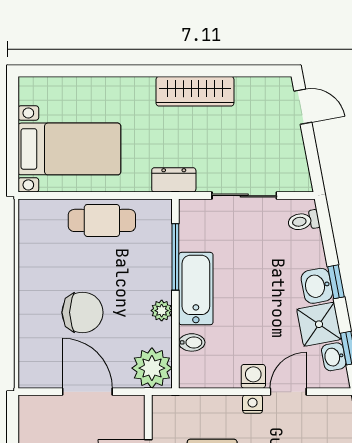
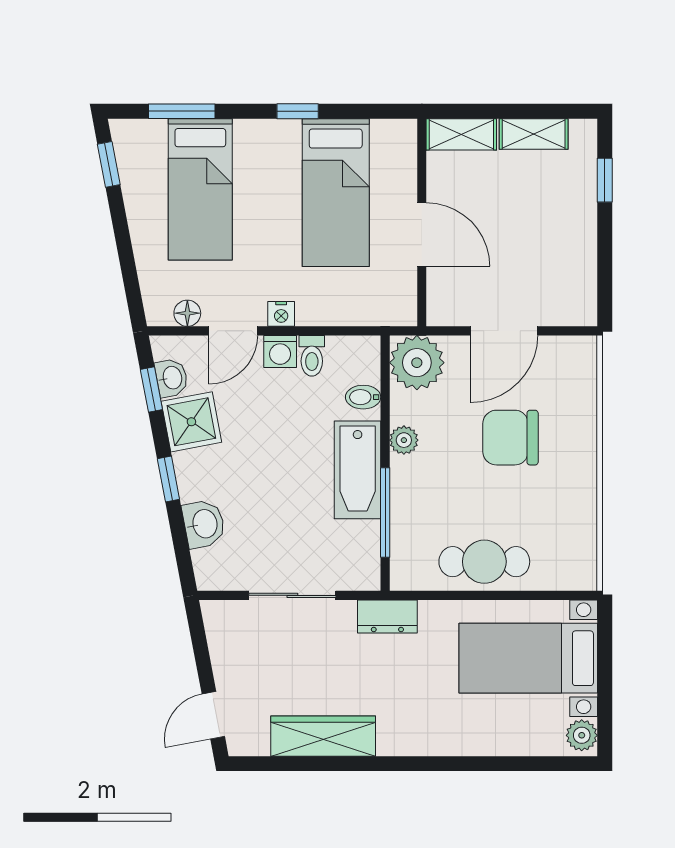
wardrobe: (195, 91) -> (323, 736), moved
plant: (30, 92) -> (582, 735), added
door: (303, 107) -> (213, 715), hinge flipped
toilet: (304, 221) -> (312, 356), moved, turned 101
washbasin: (317, 286) -> (204, 524), moved
door: (87, 392) -> (504, 331), hinge flipped
floor lamp: (322, 405) -> (187, 313), added

